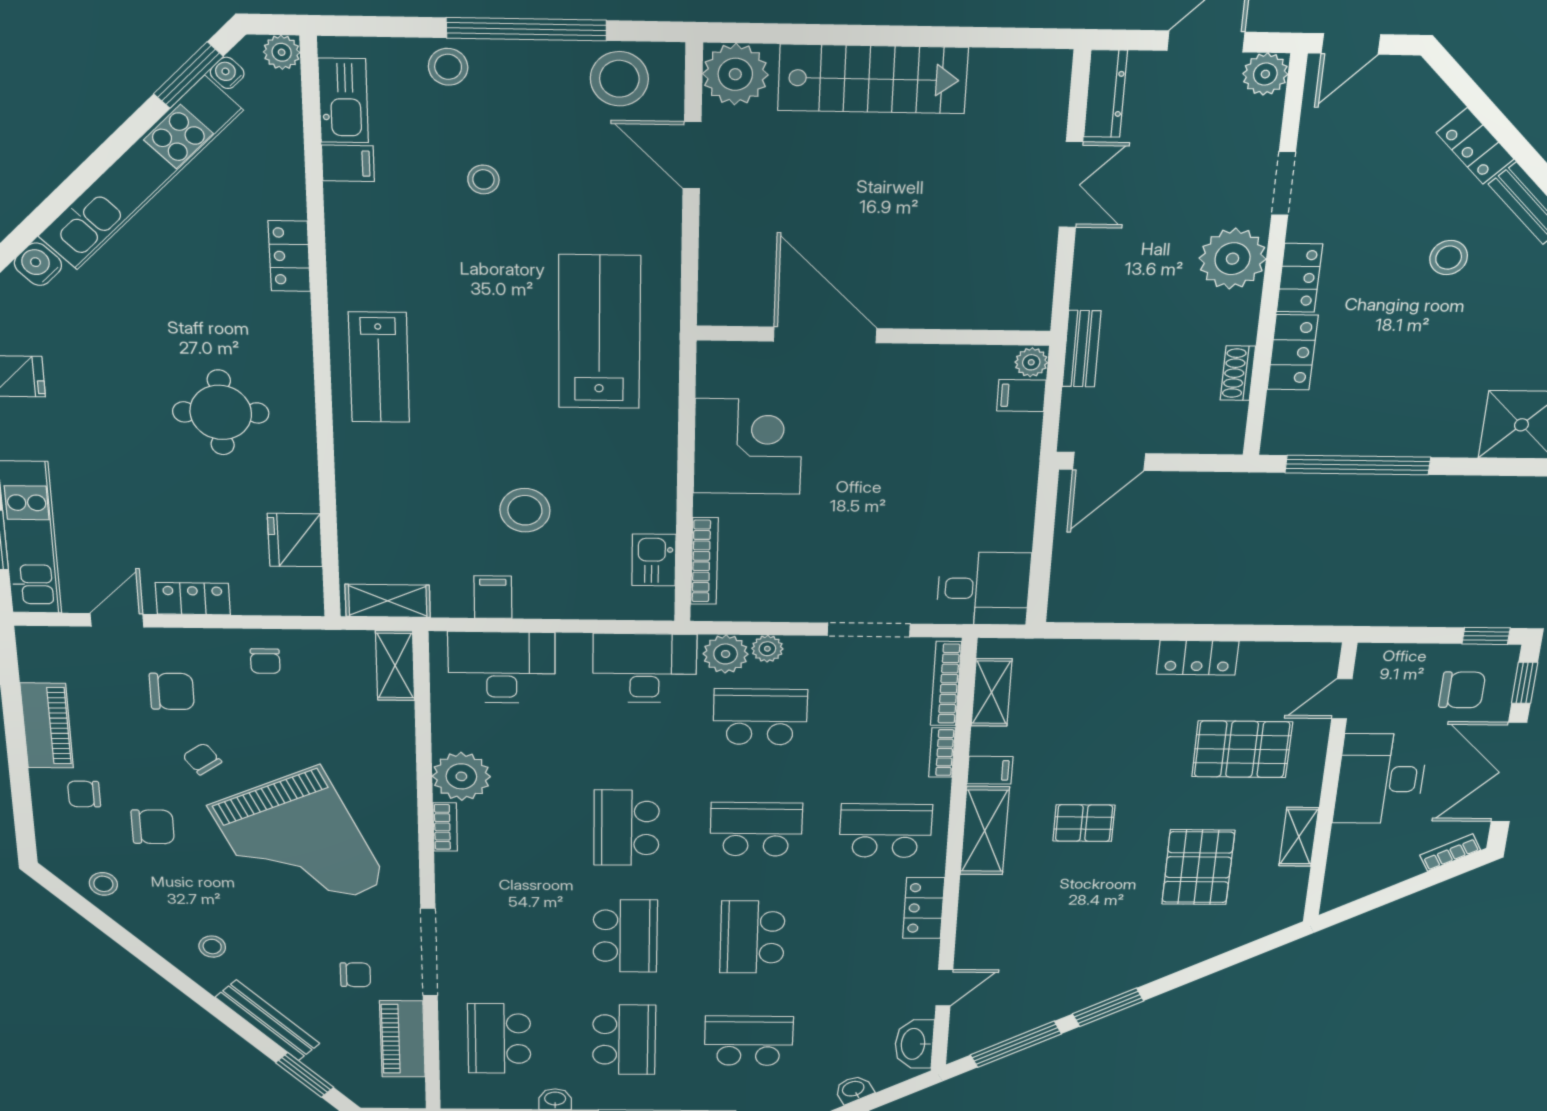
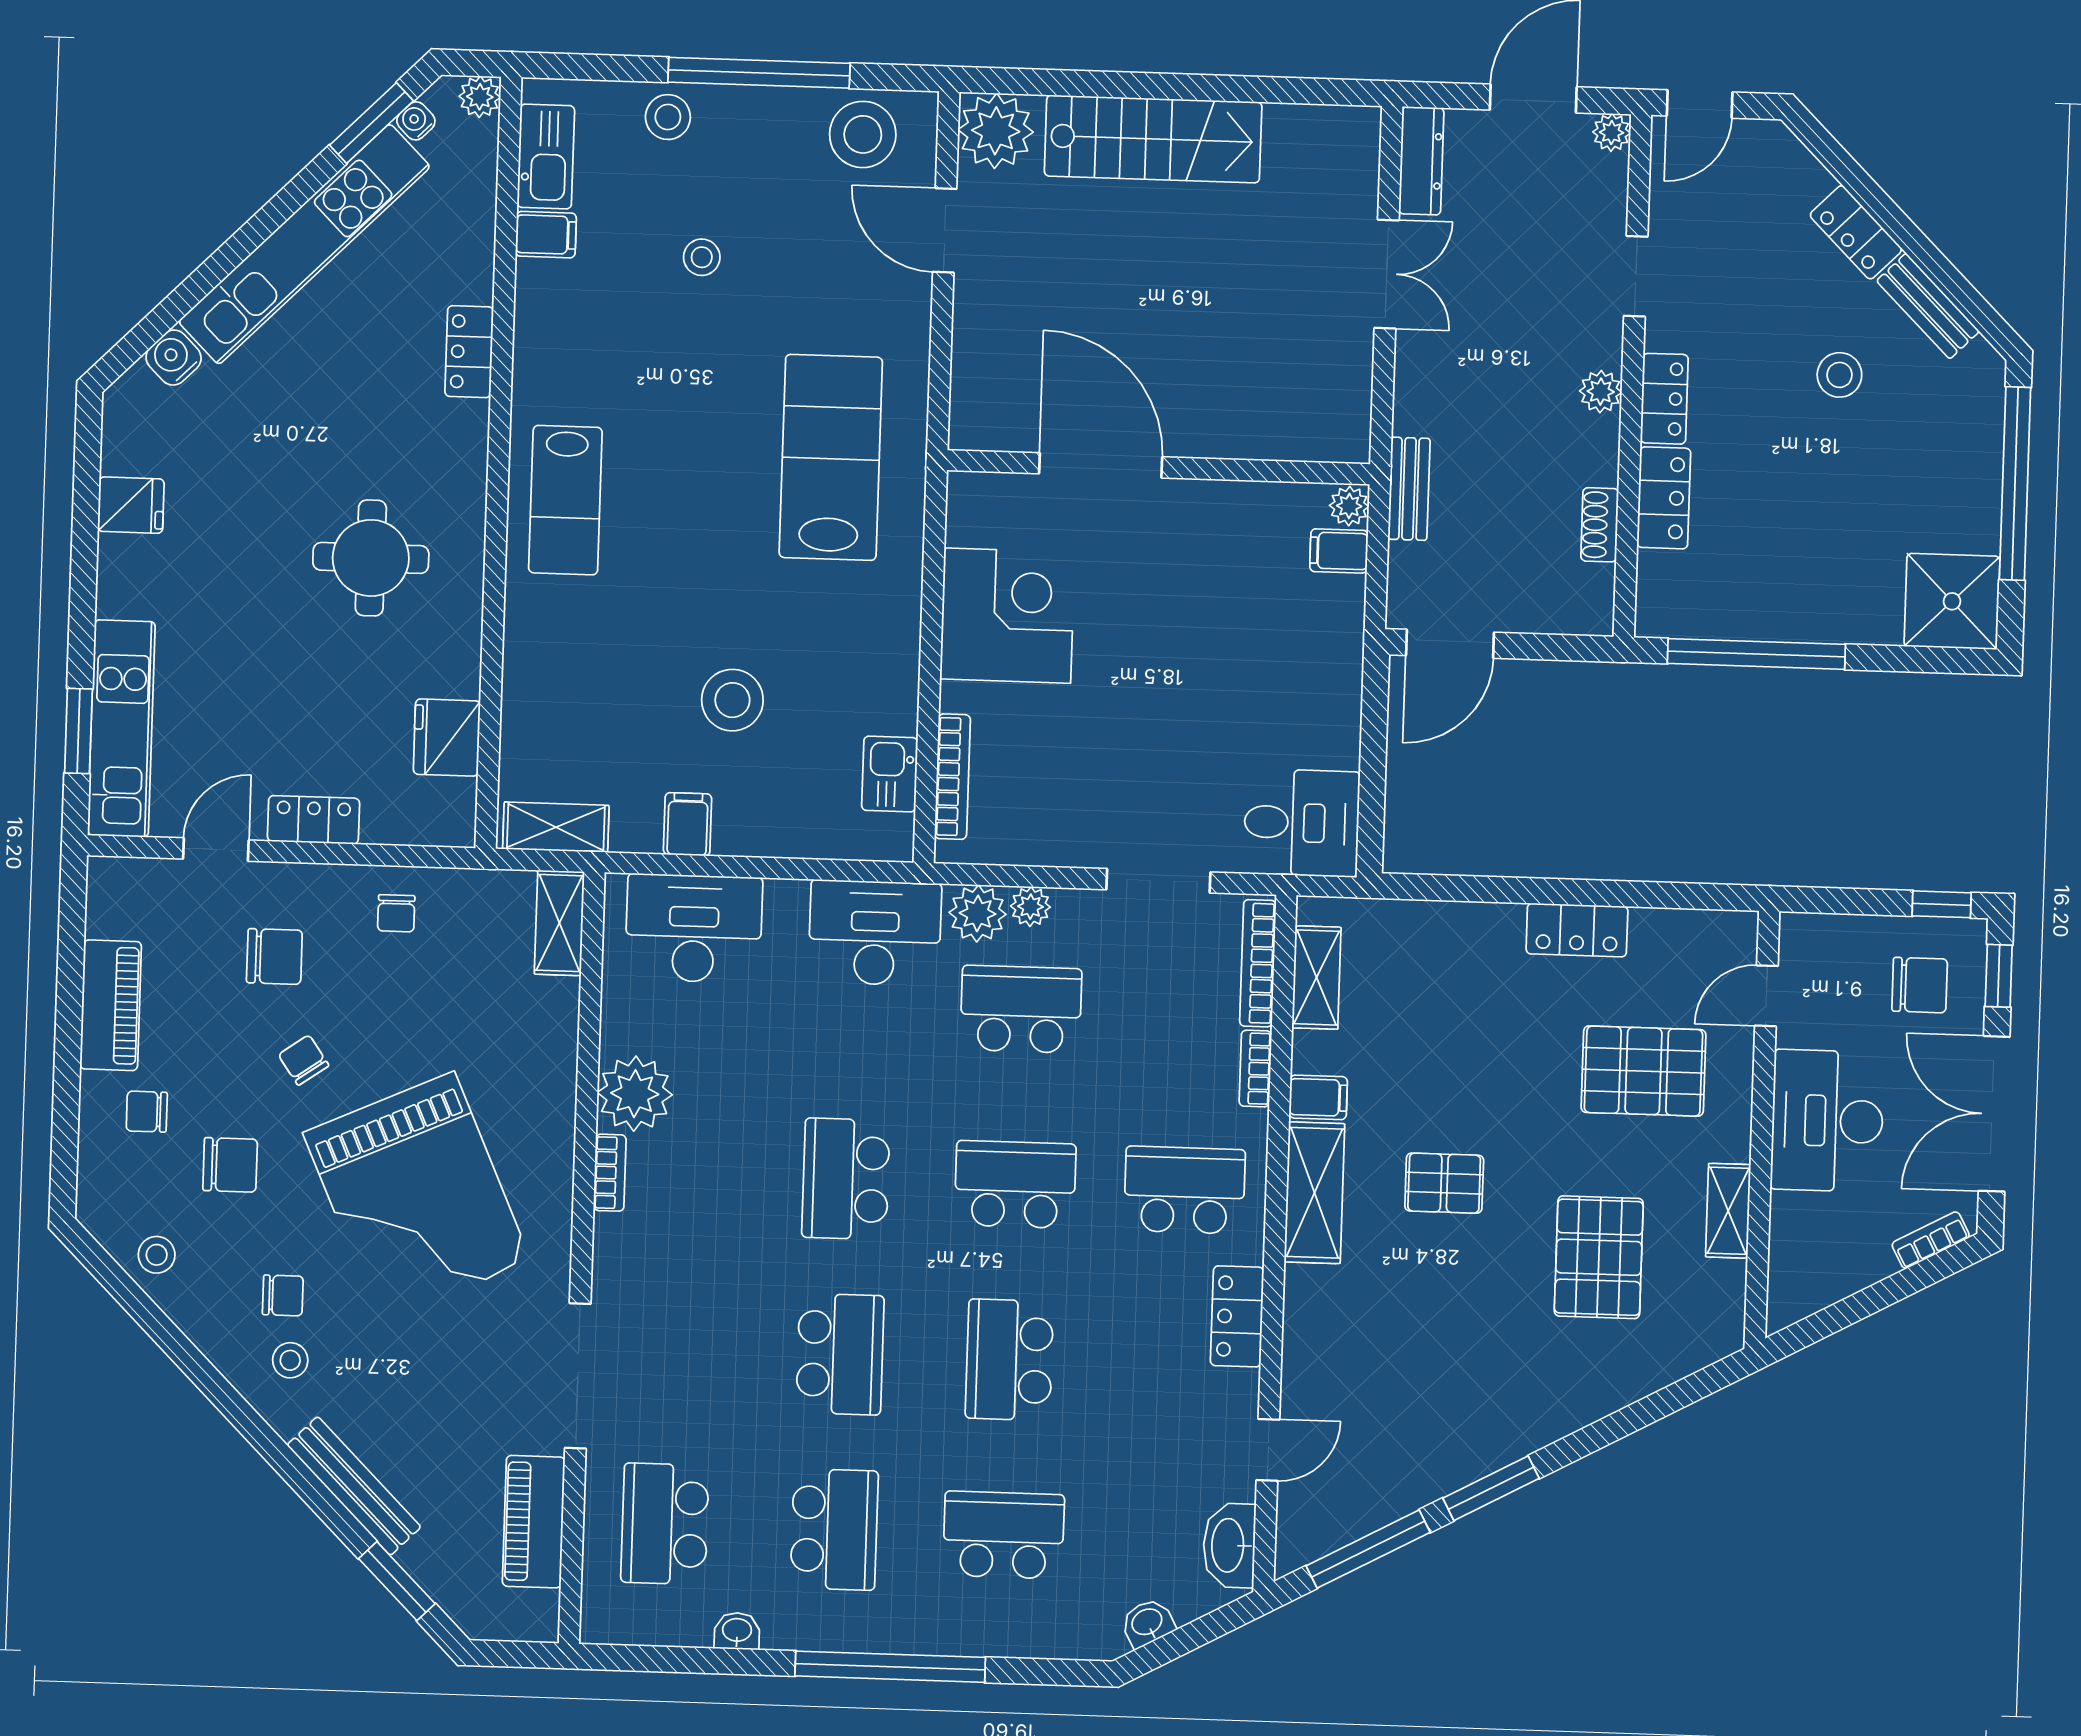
plant: (1265, 74) -> (1612, 132), width x0.73, depth x0.73
plant: (1233, 259) -> (1601, 392), width x0.53, depth x0.53
chair: (355, 975) -> (283, 1295), moved

